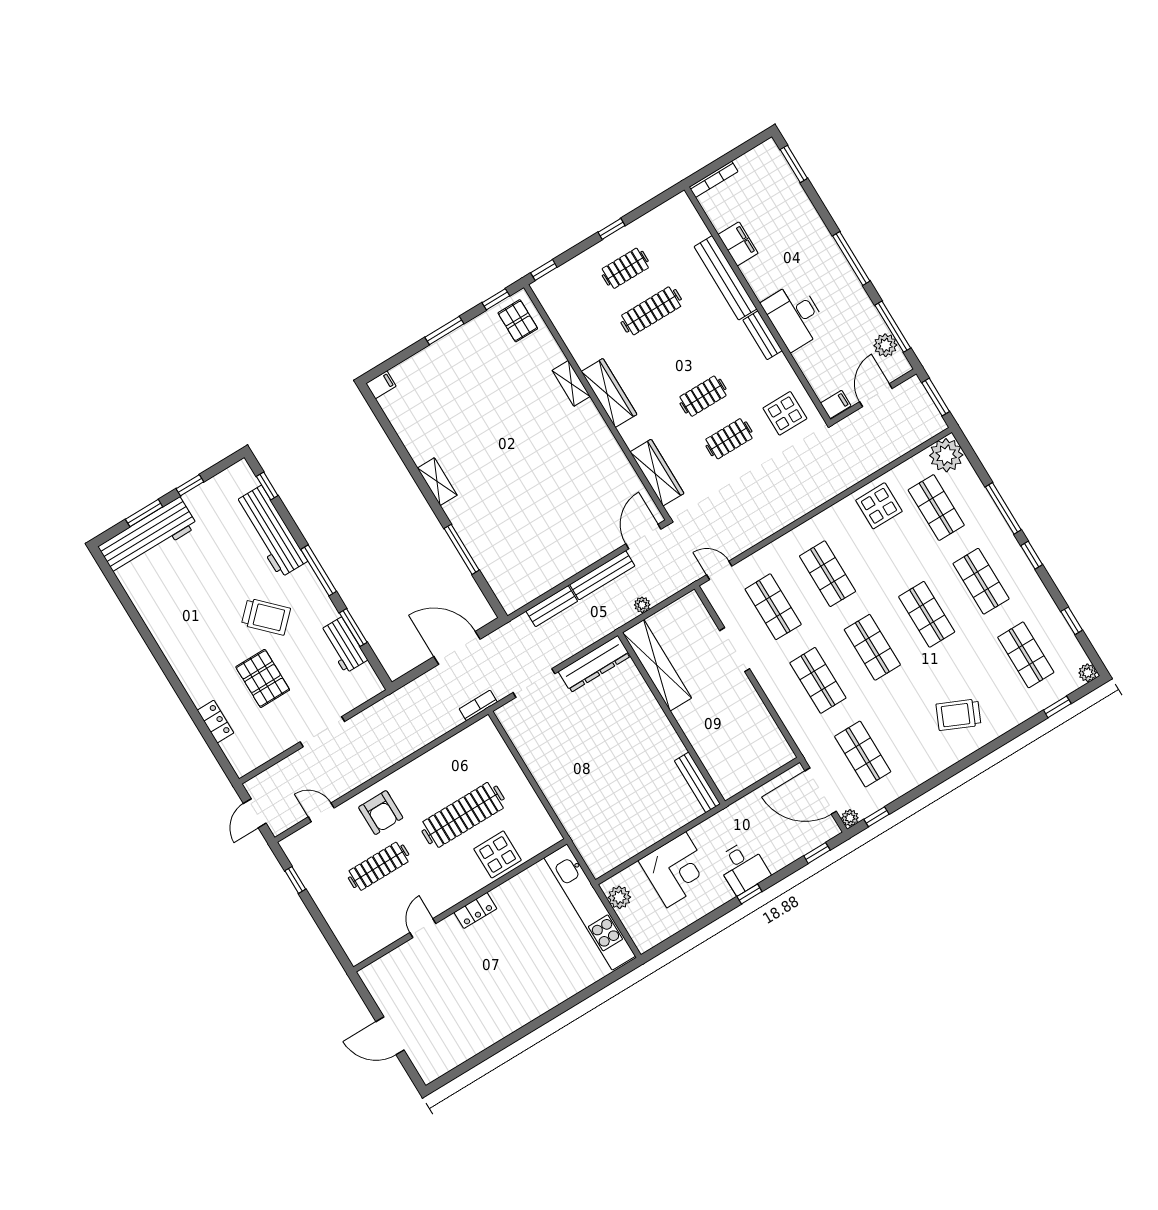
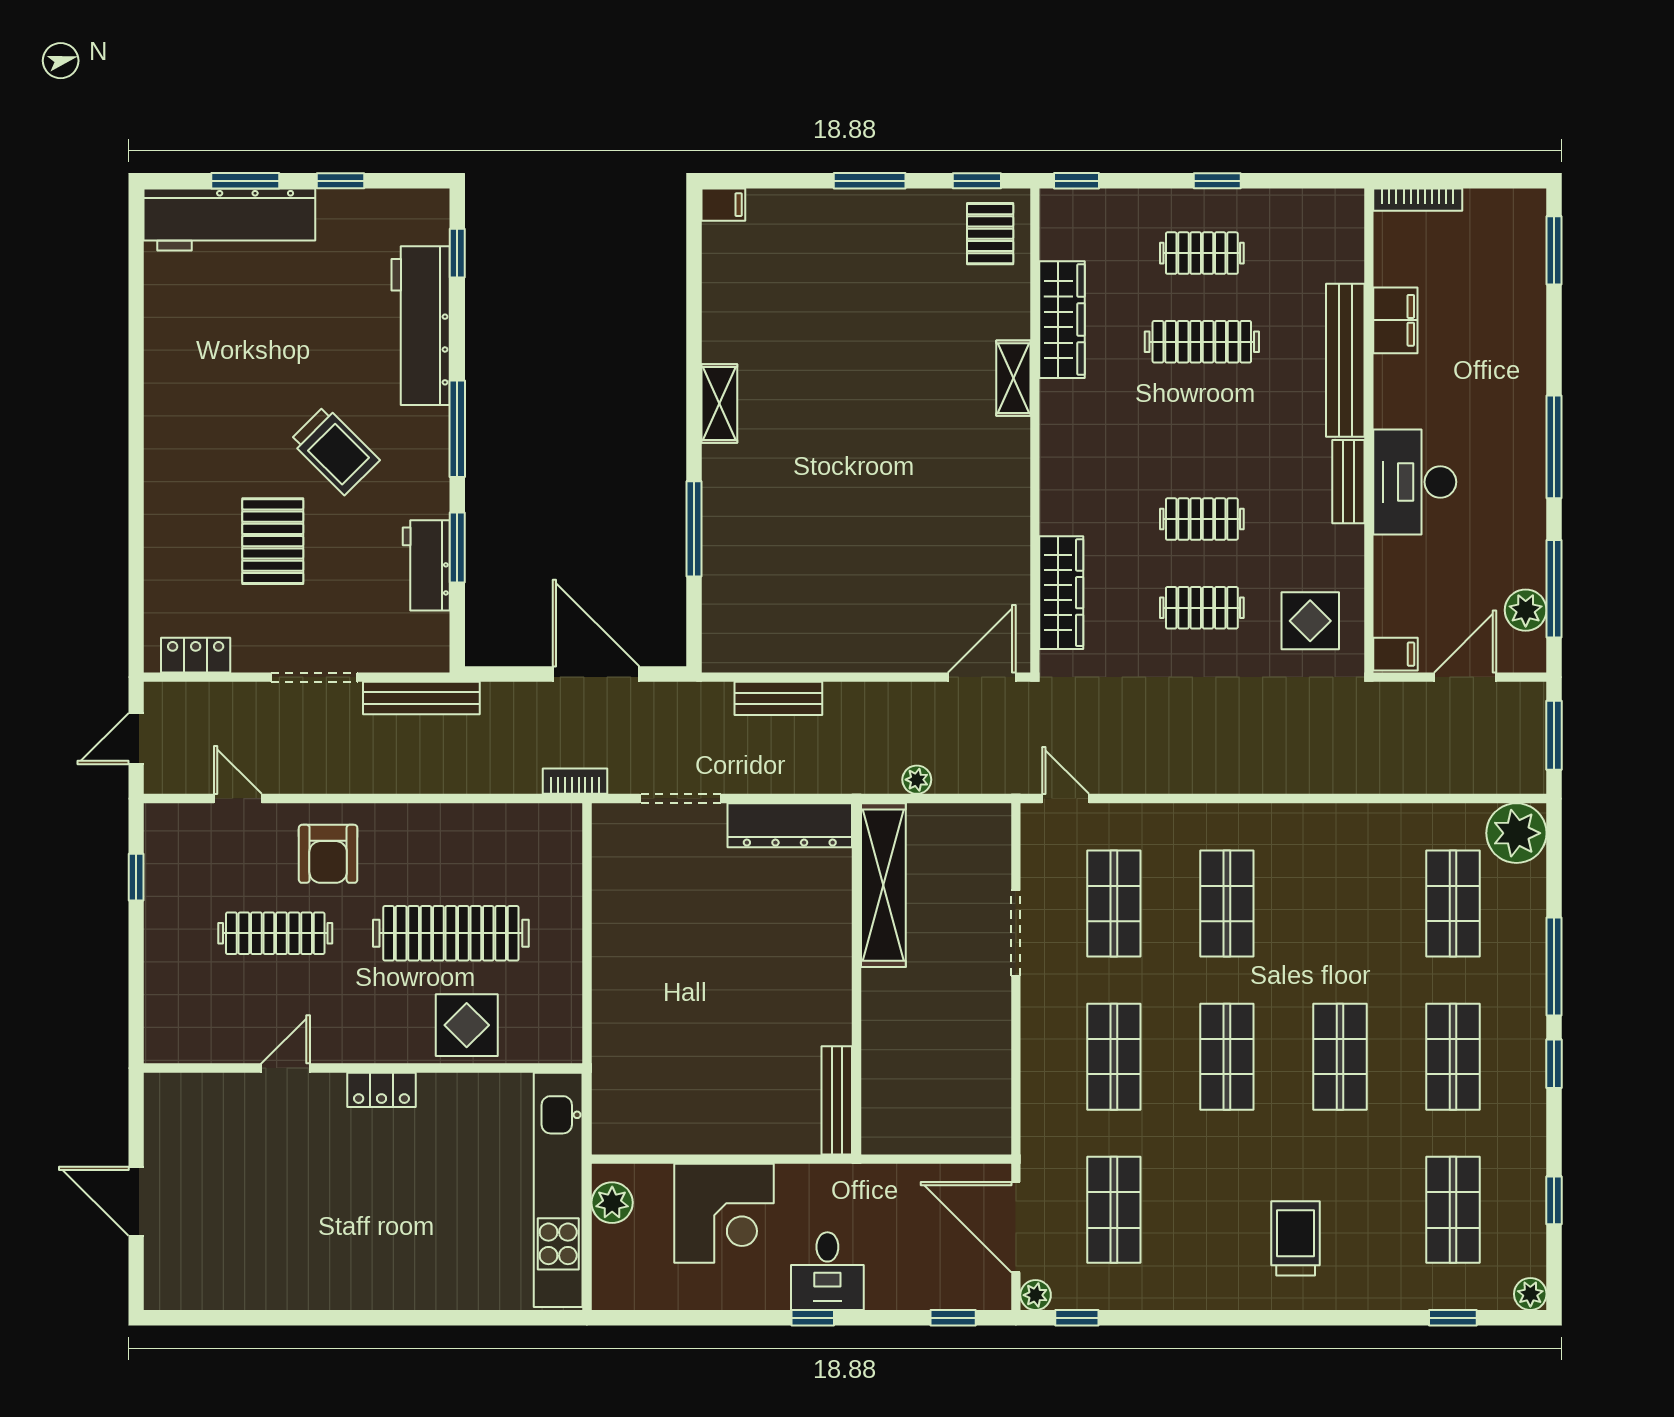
wardrobe: (609, 393) -> (1062, 320), moved
display table: (879, 506) -> (1368, 848), removed
bench: (602, 575) -> (421, 698), moved
trolley: (958, 715) -> (1296, 1238), turned 66
locker: (215, 722) -> (196, 655), moved, turned -90

